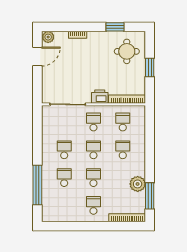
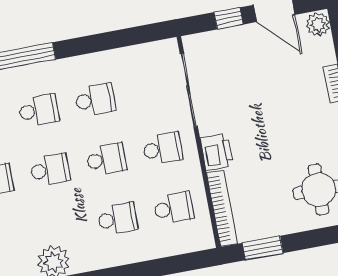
window: (150, 67) -> (263, 248), moved
window: (37, 79) -> (229, 18), added

